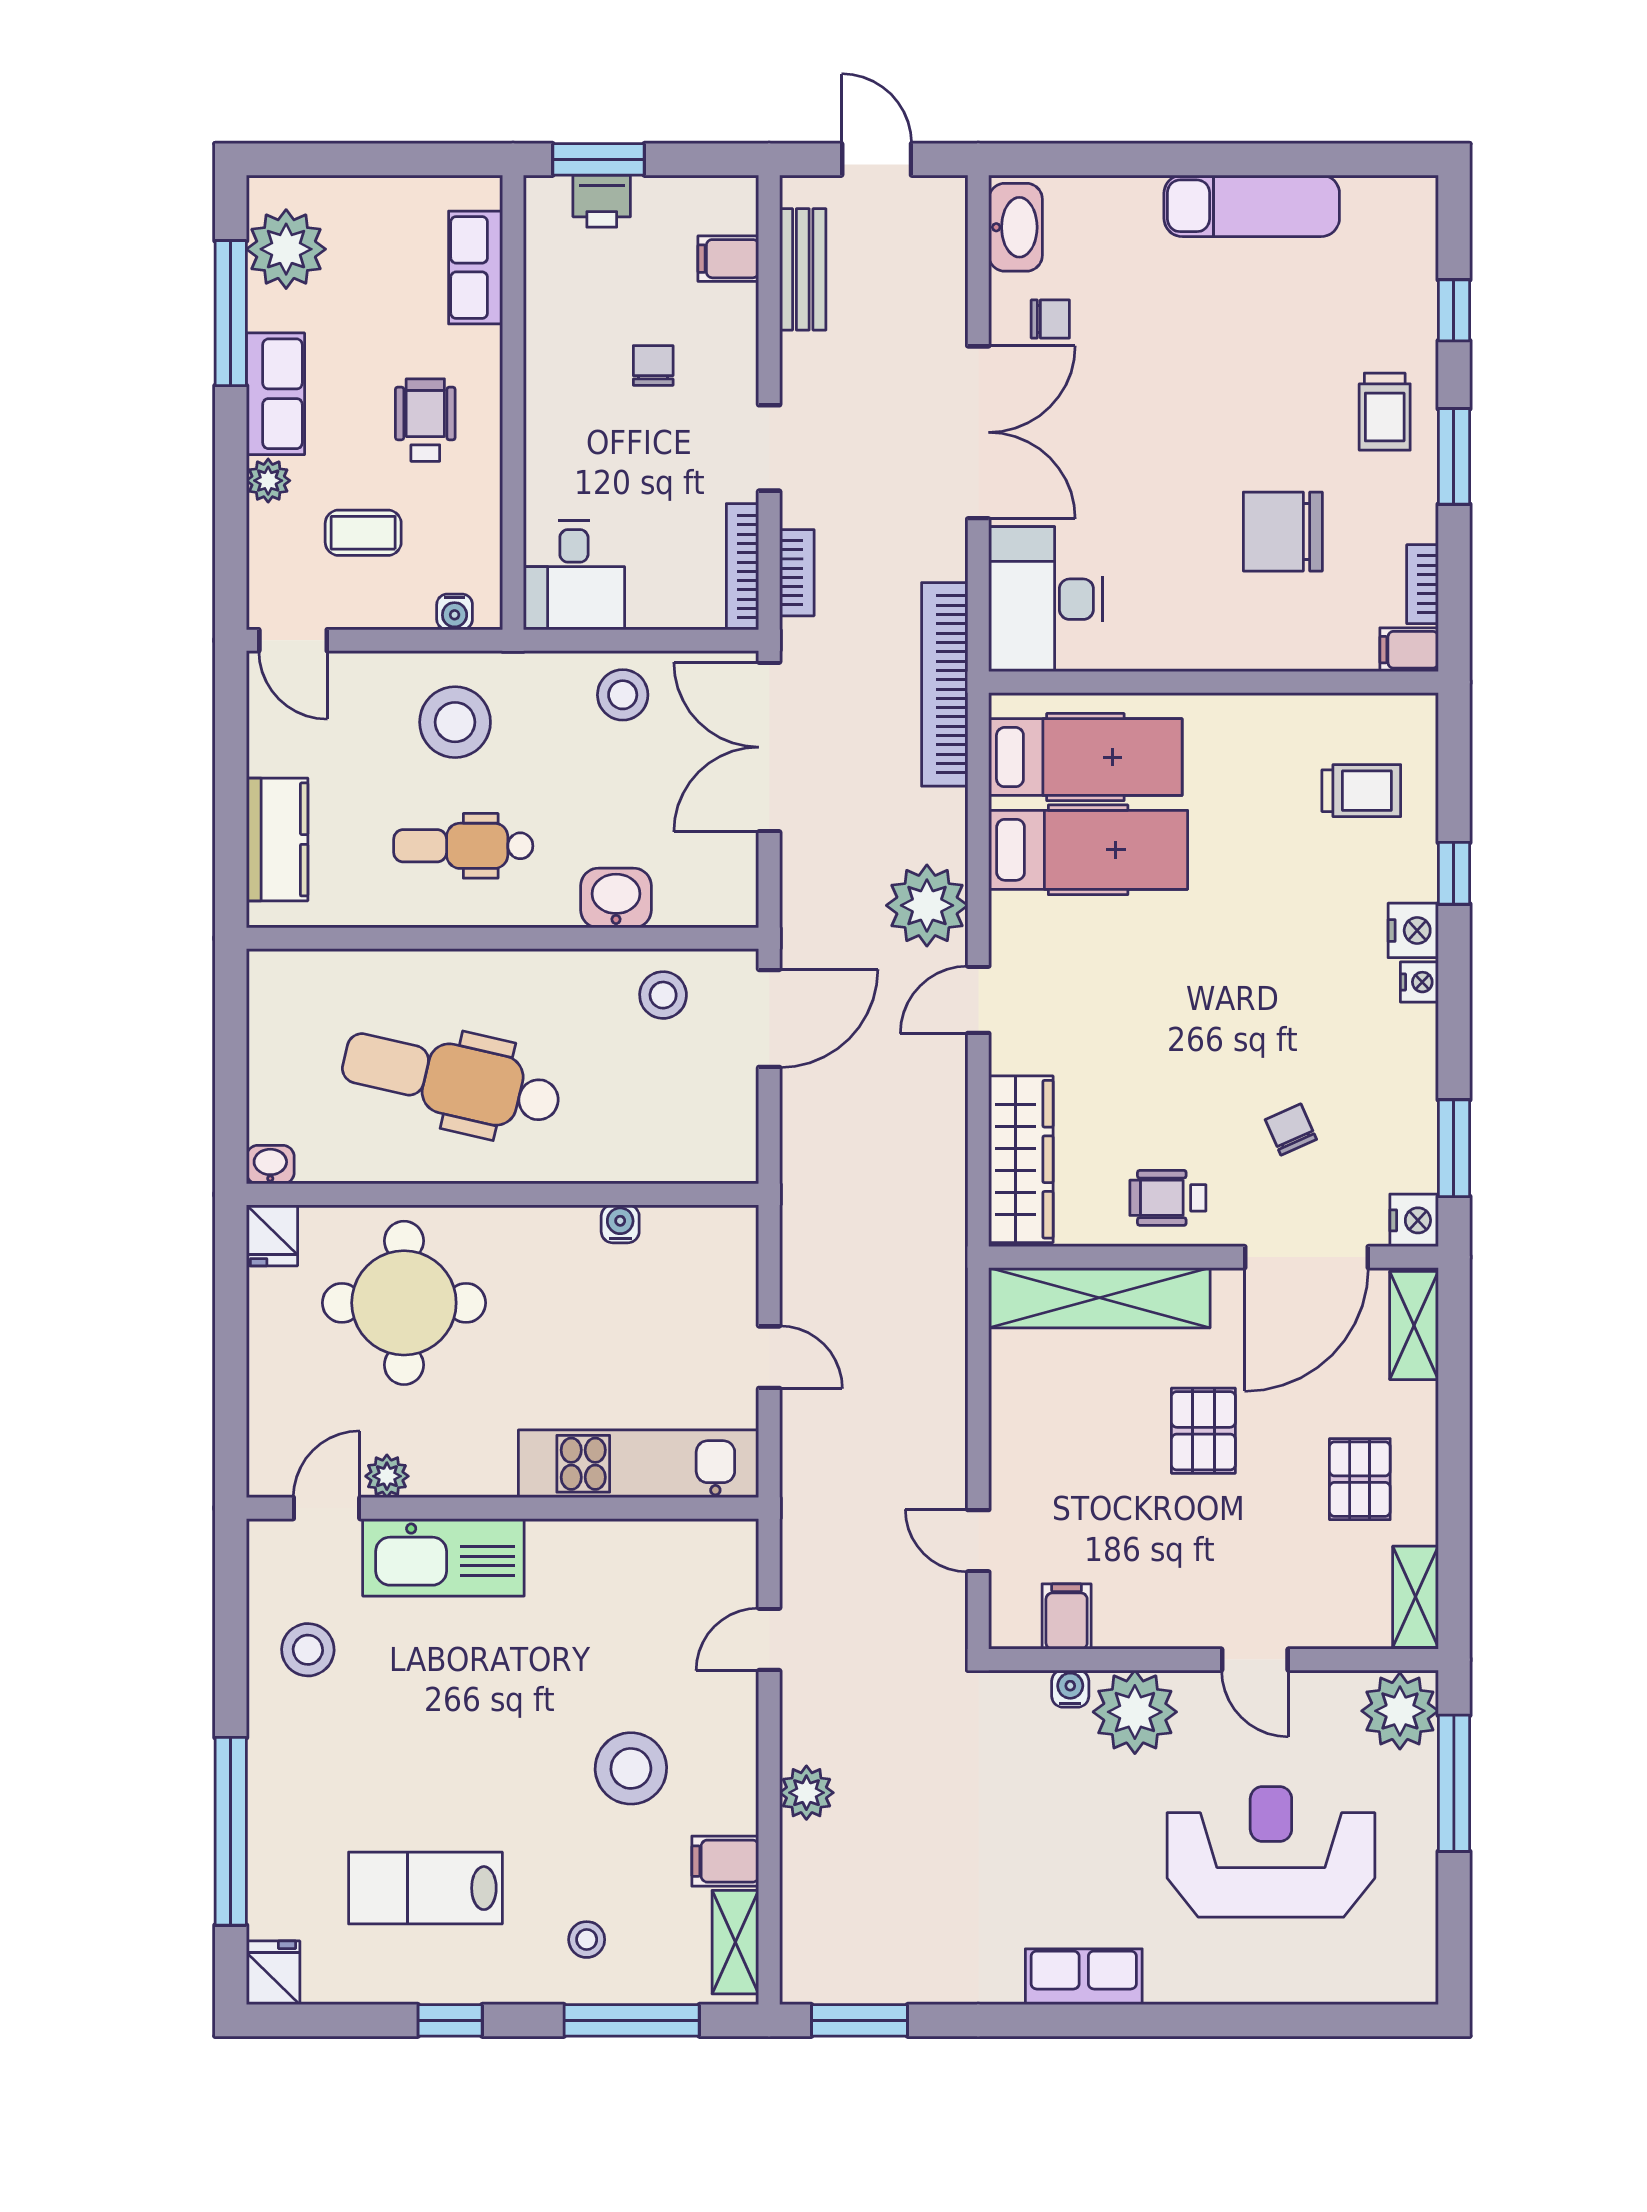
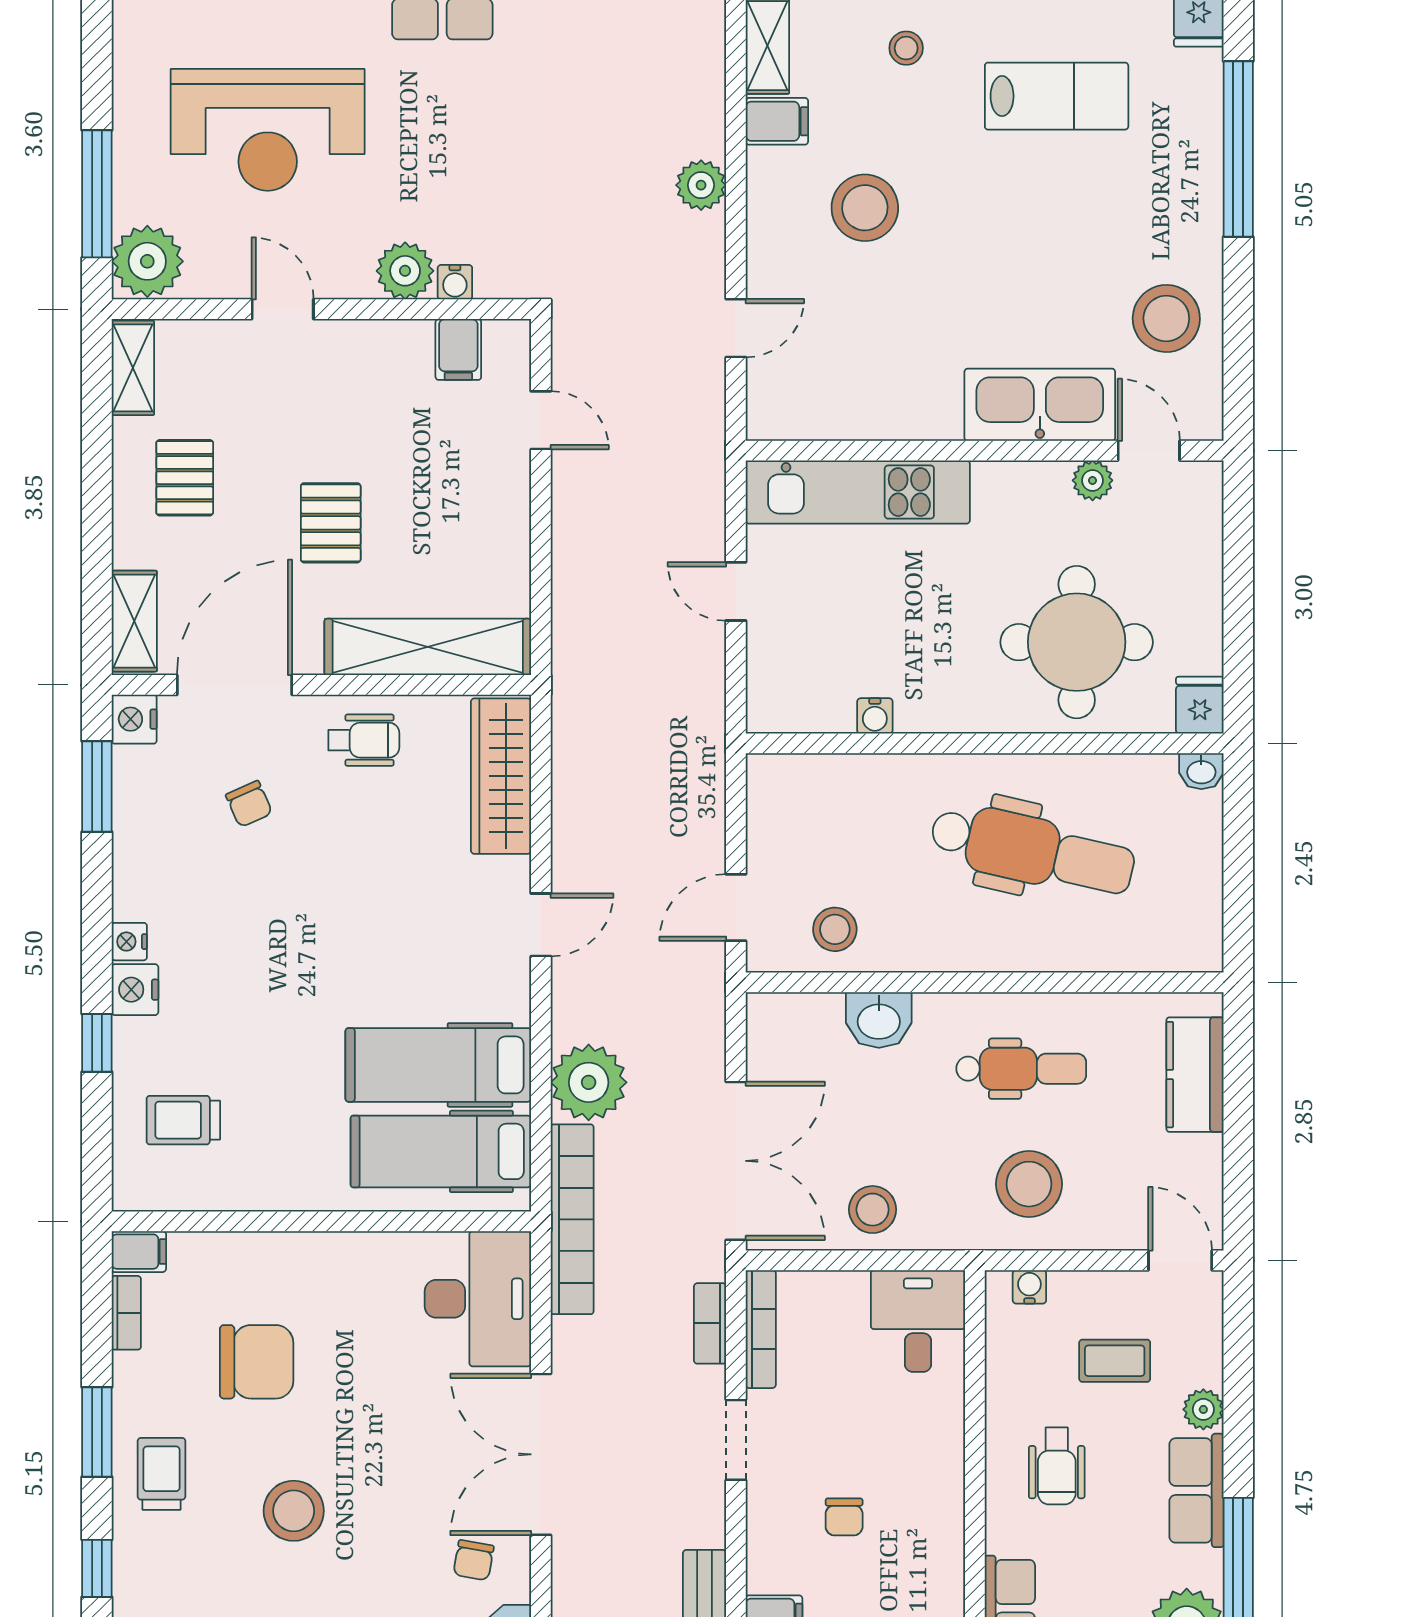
chair: (1050, 319) -> (474, 1560), turned -80
stool: (1243, 372) -> (294, 1511), added
plant: (927, 905) -> (589, 1082), moved
door: (769, 1018) -> (736, 908), width x0.73
door: (327, 1508) -> (1149, 451), swing flipped
stool: (308, 1650) -> (1166, 318), width x1.38, depth x1.38
plant: (1135, 1712) -> (405, 271), width x0.73, depth x0.73

